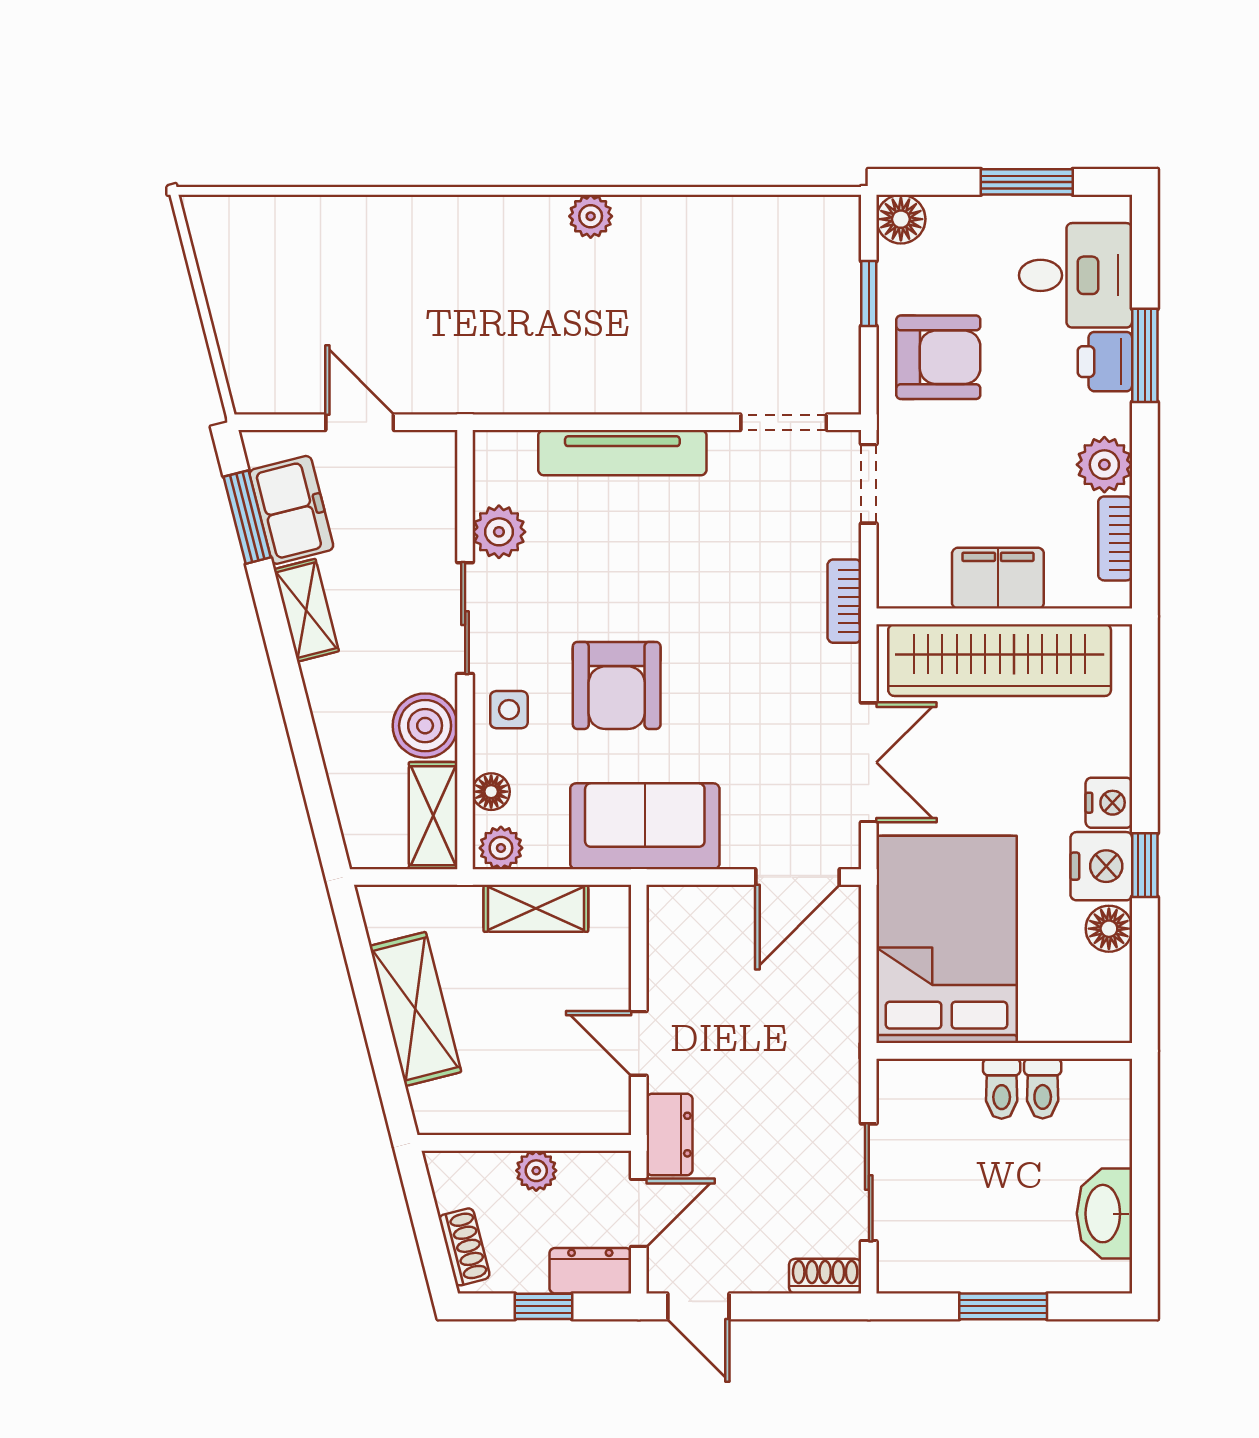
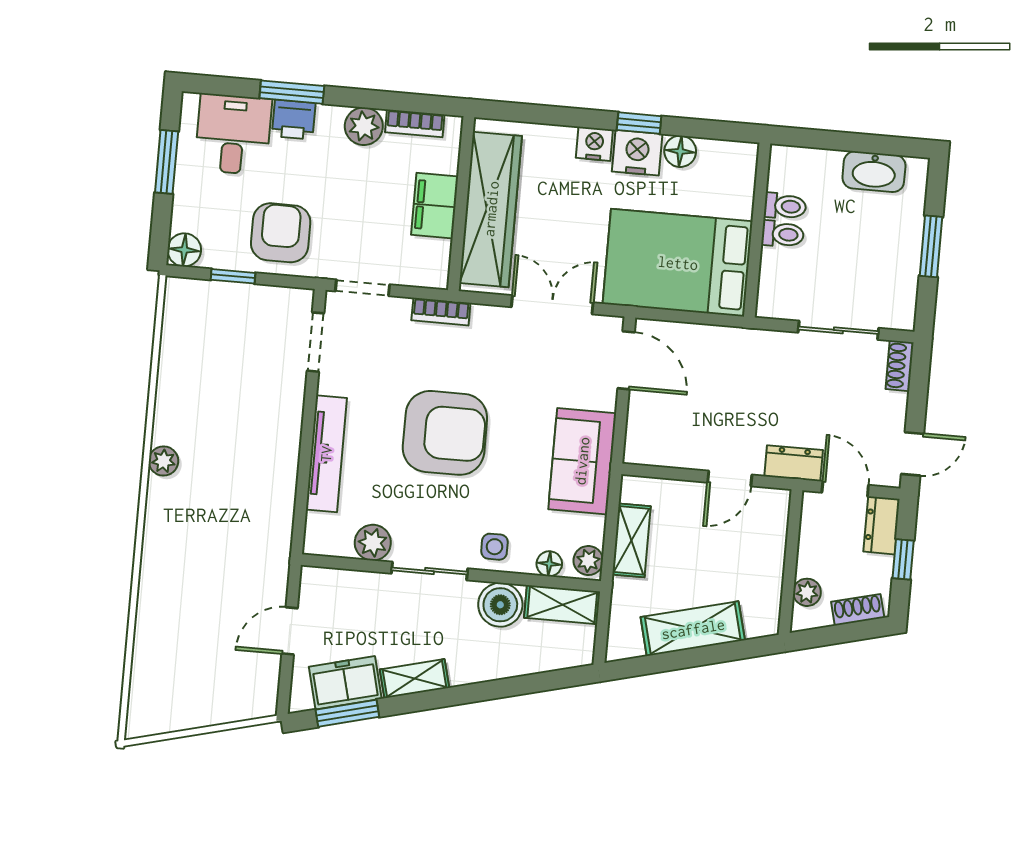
armchair: (617, 685) -> (445, 433), moved, width x1.36, depth x1.36
plant: (536, 1171) -> (807, 592), moved

